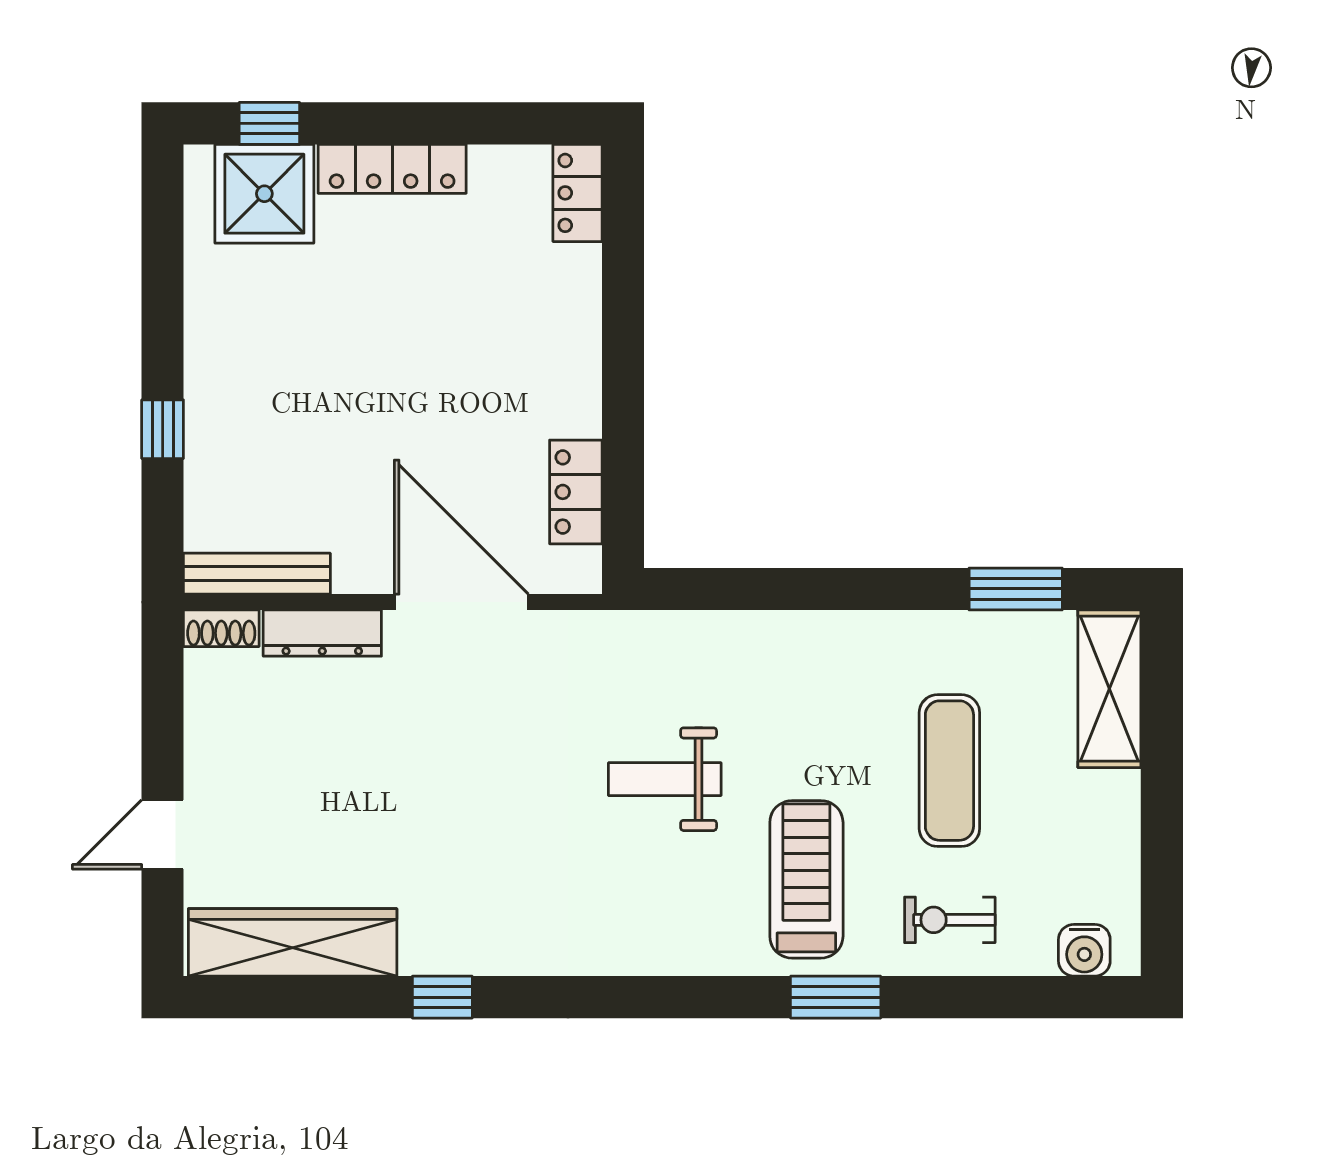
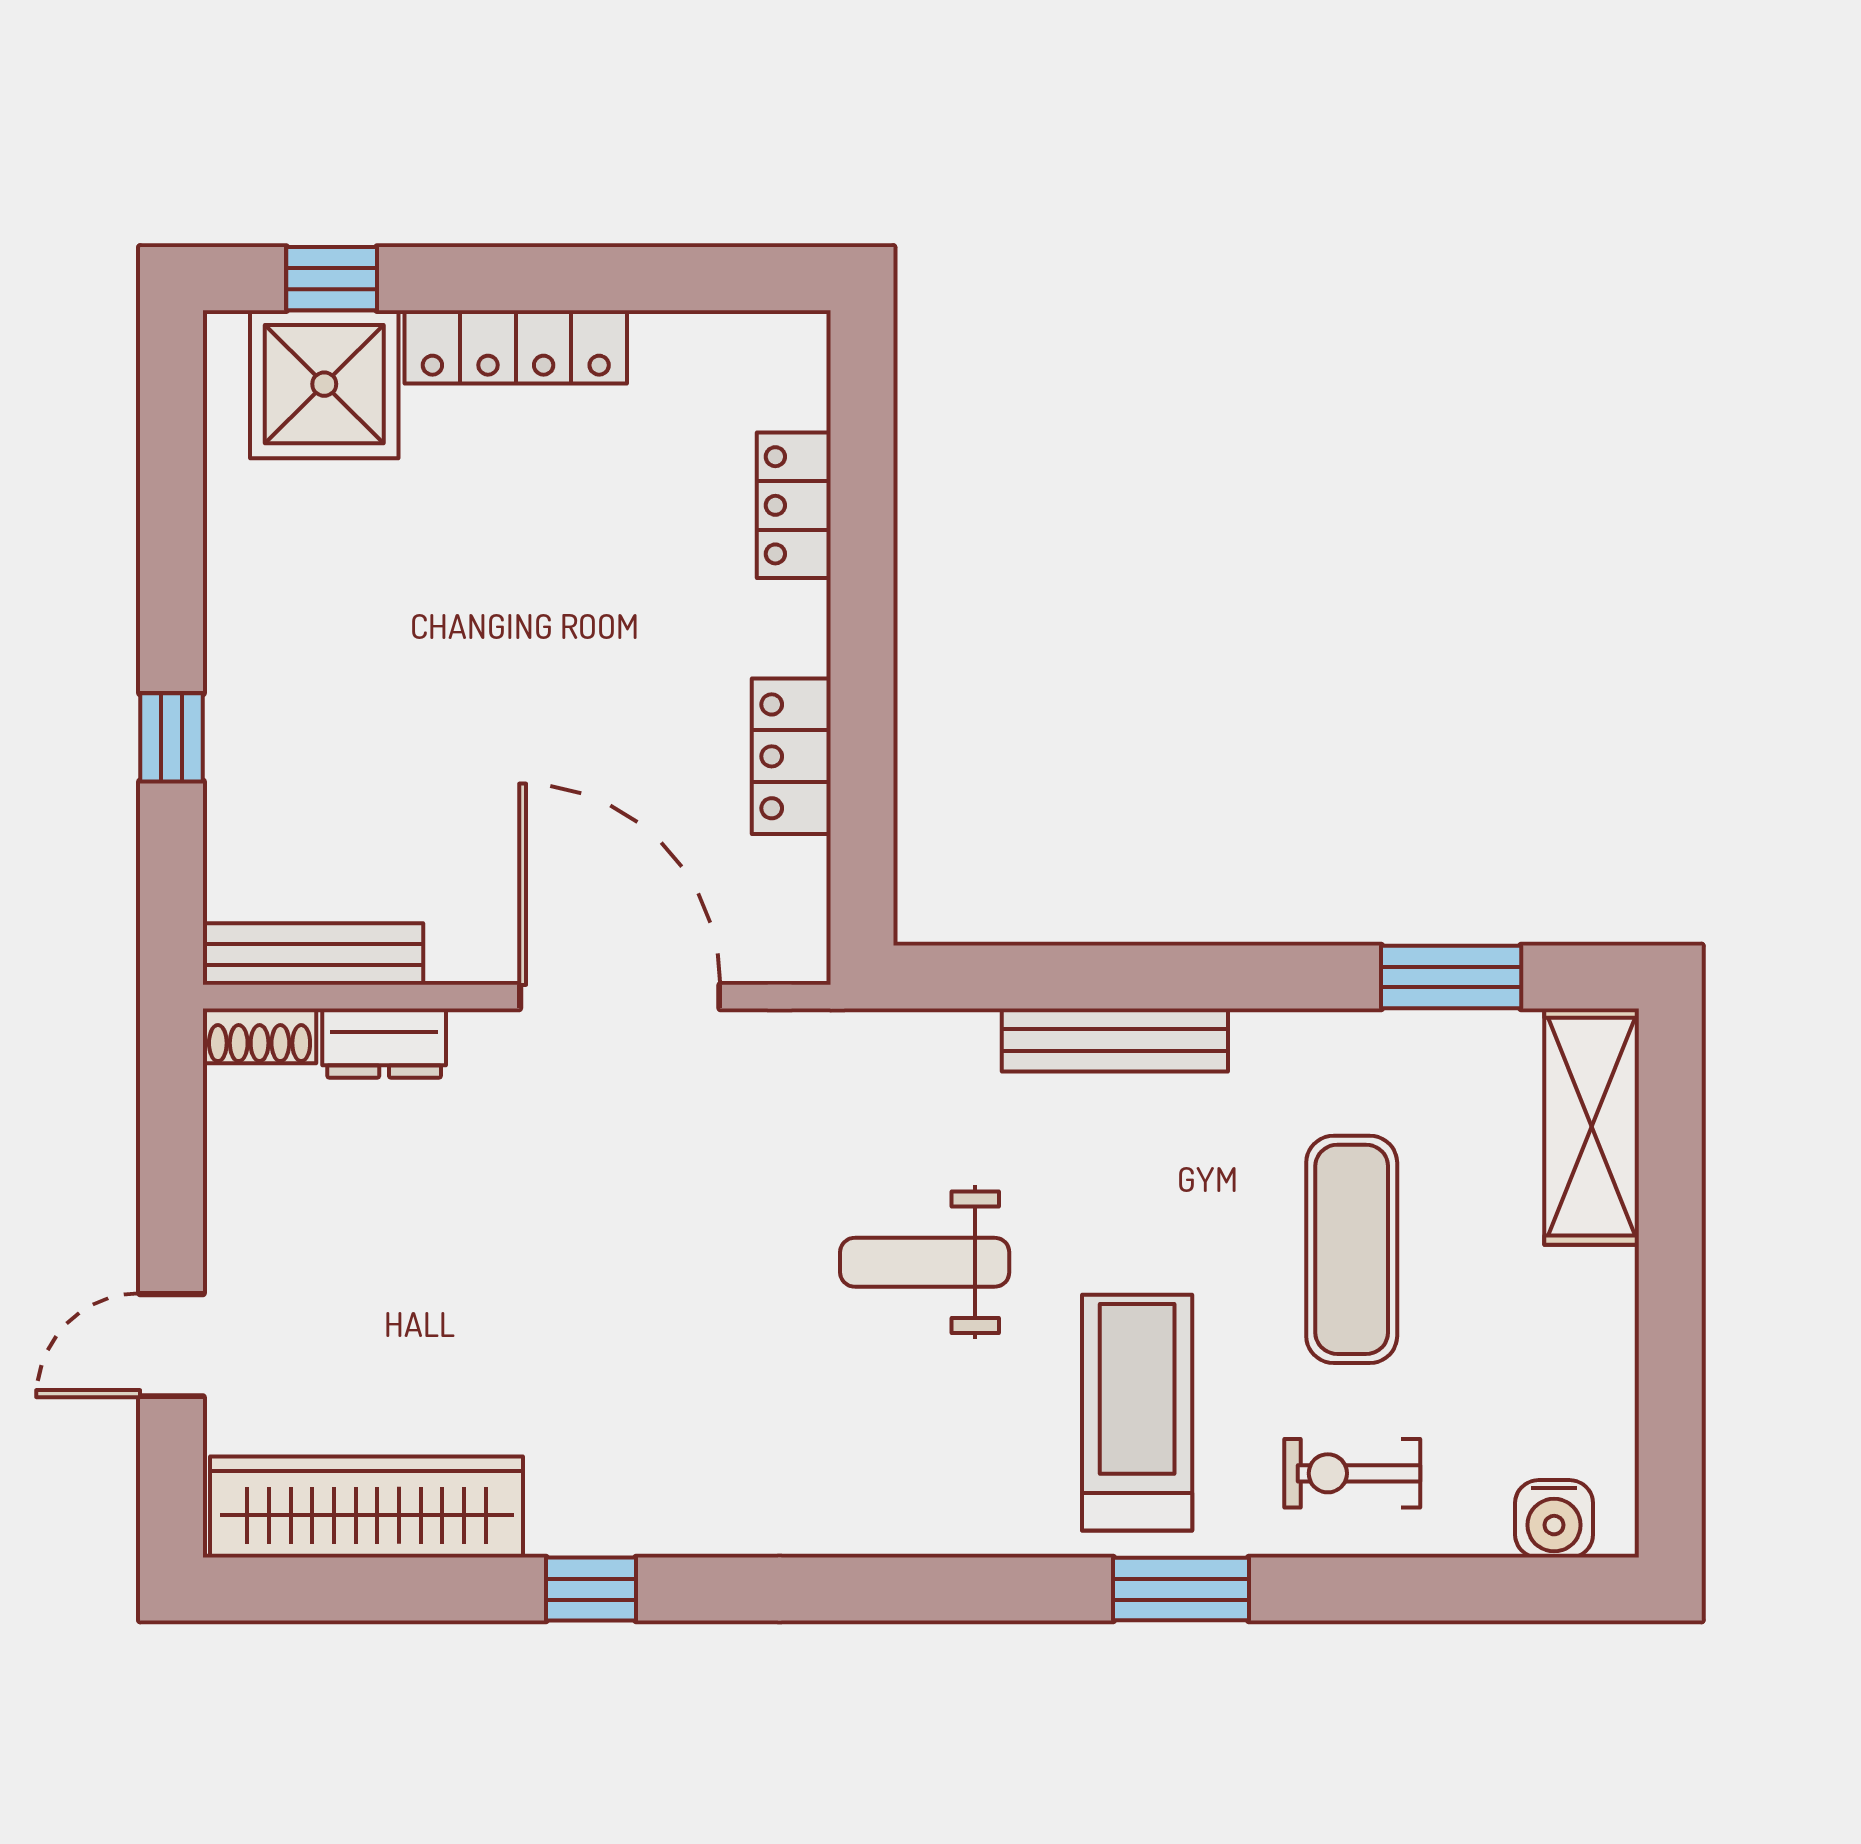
locker: (577, 193) -> (794, 505), moved
locker: (576, 492) -> (791, 756), moved
bench: (792, 631) -> (1115, 1040), added
dresser: (322, 633) -> (384, 1043), width x0.70

